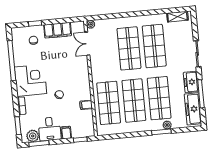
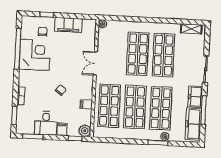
double door: (87, 44) -> (95, 63), moved
corner desk: (31, 80) -> (35, 55), moved
plant: (33, 136) -> (85, 131), moved

